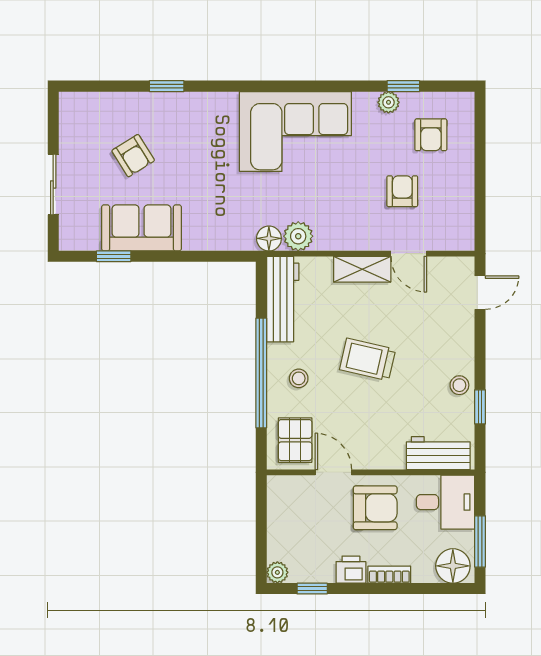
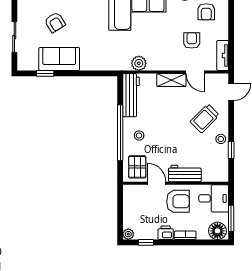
tv unit: (463, 221) -> (223, 56), added
floor lamp: (269, 238) -> (124, 64), removed
trolley: (368, 359) -> (205, 118), moved, turned -58
workbench: (438, 453) -> (185, 174), moved

